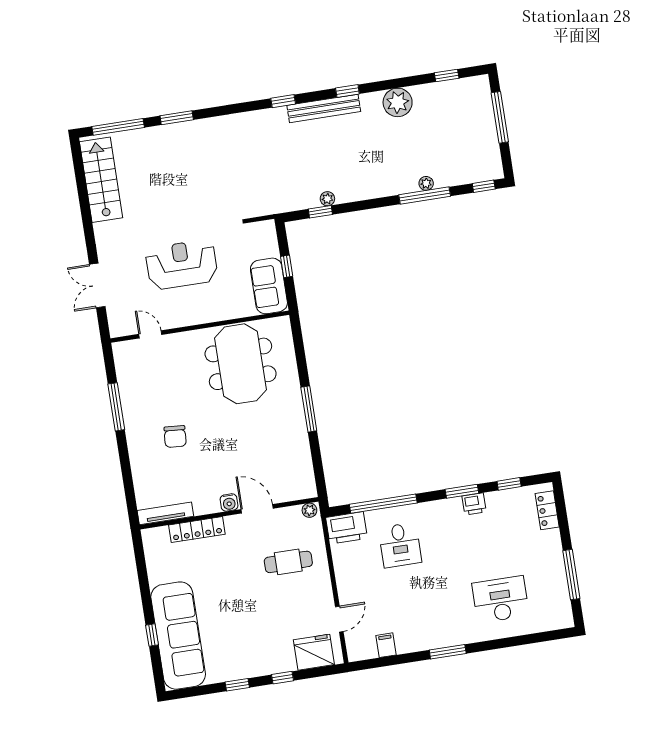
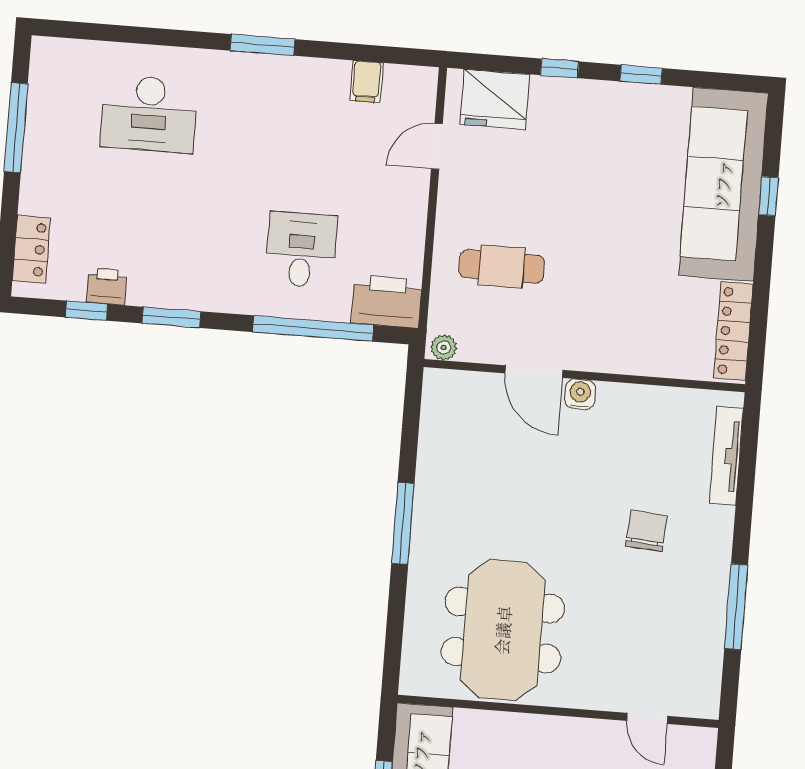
printer: (474, 504) -> (107, 286), moved
tv unit: (165, 513) -> (726, 456), moved, turned 90
locker: (197, 530) -> (733, 331), moved, turned -90

